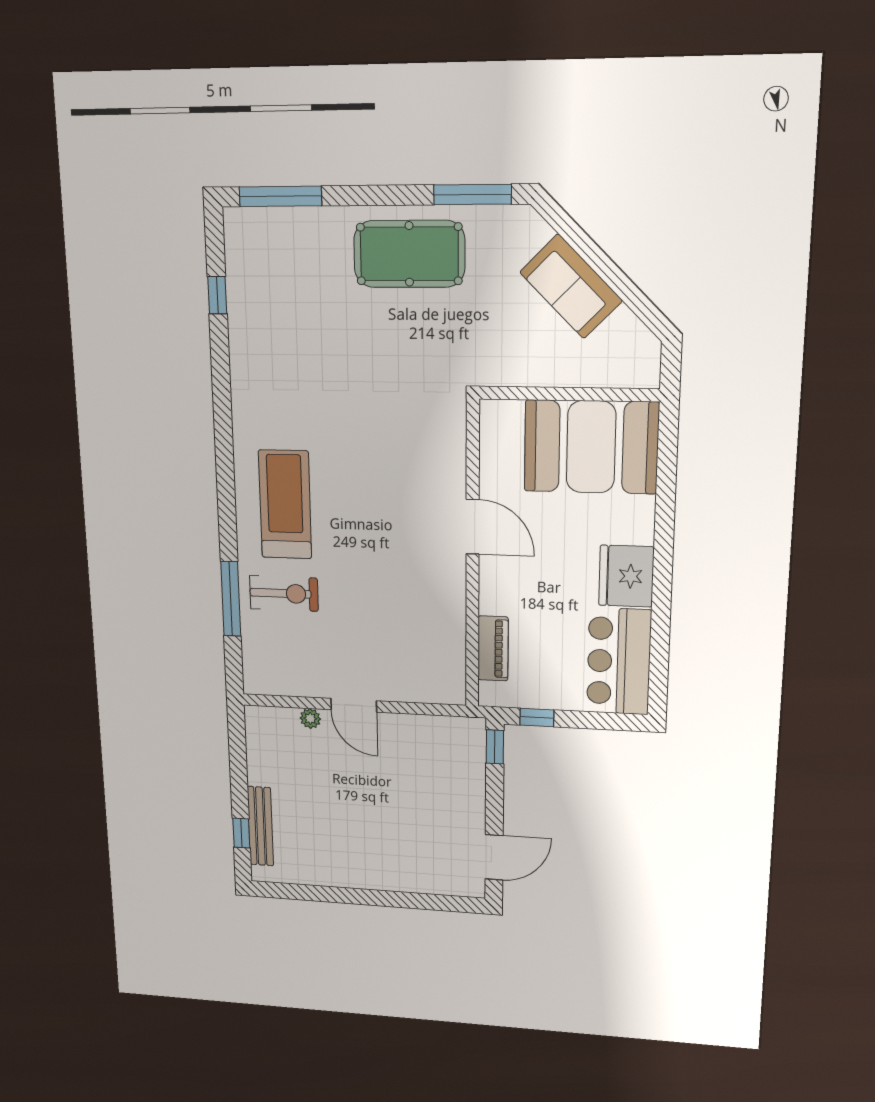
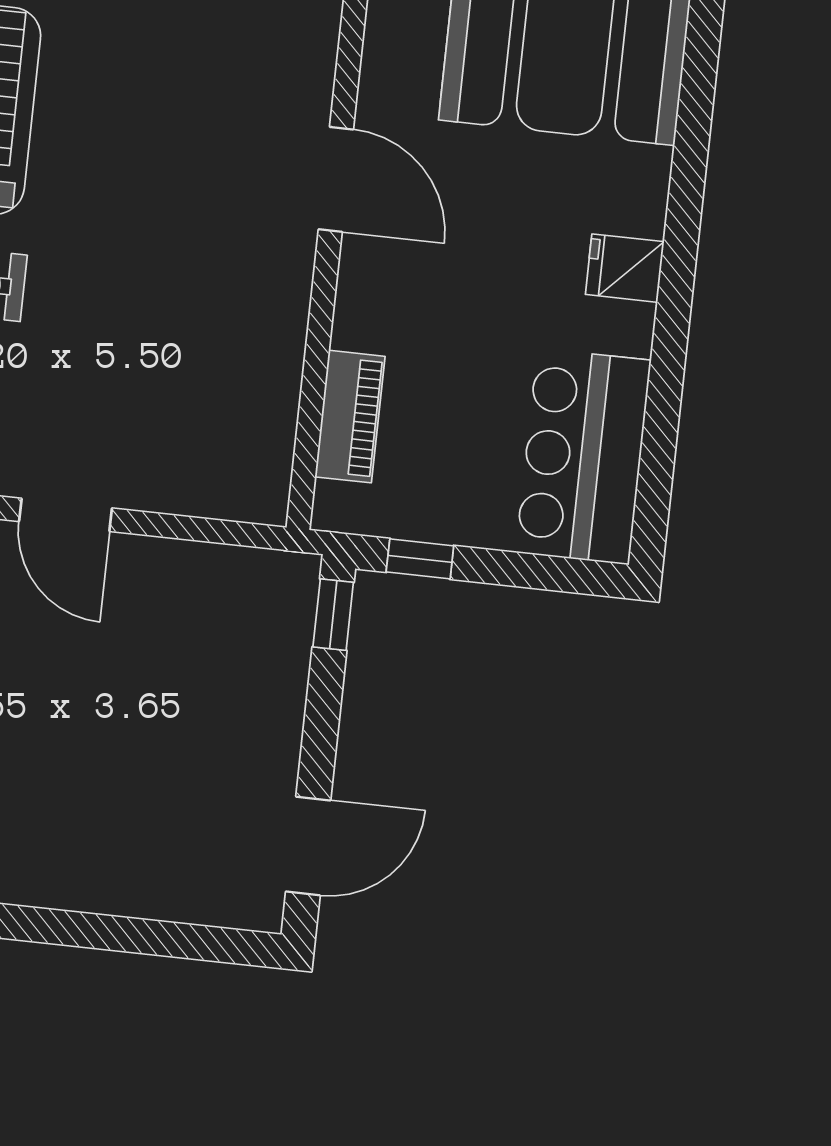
fridge: (626, 576) -> (625, 268), width x0.53, depth x0.75

